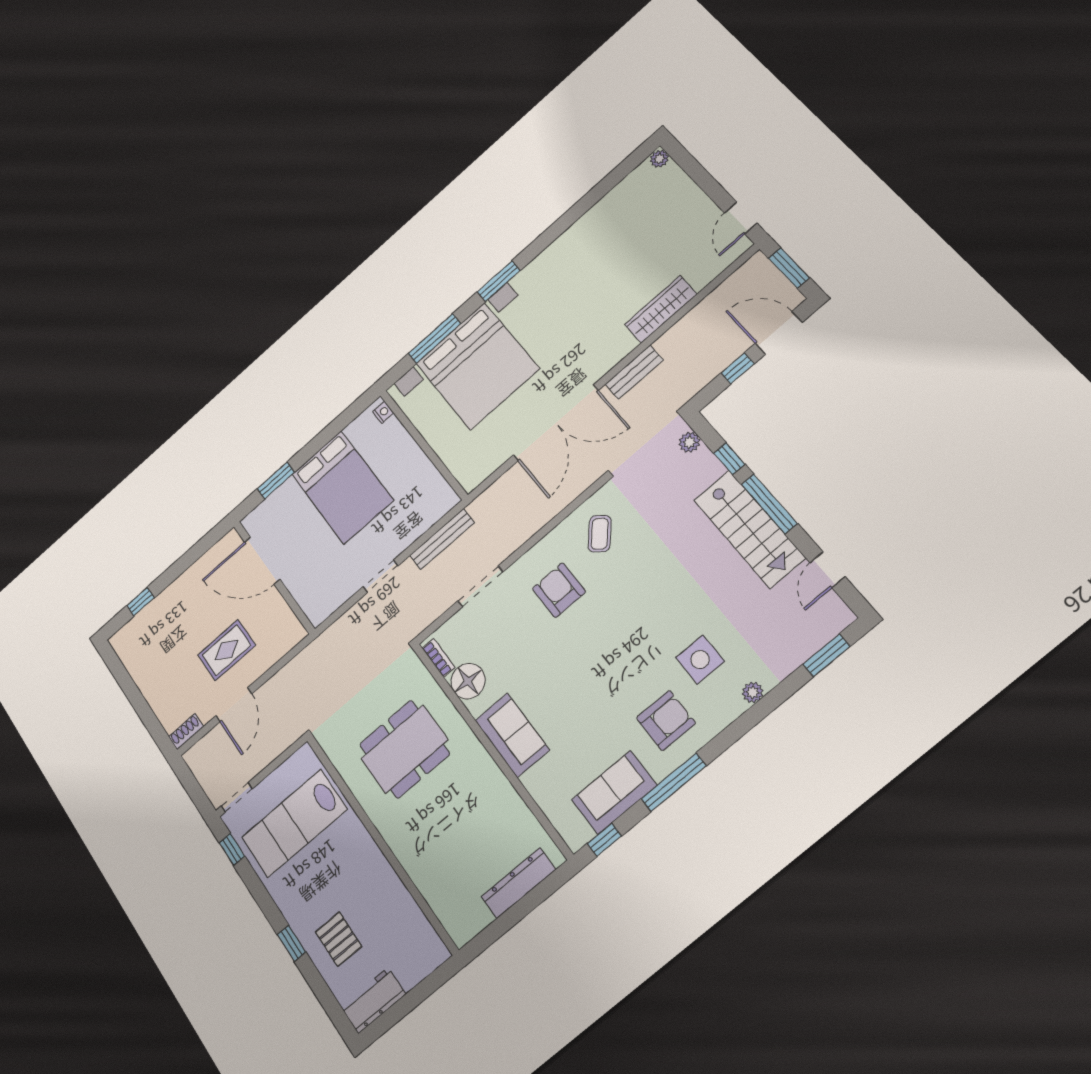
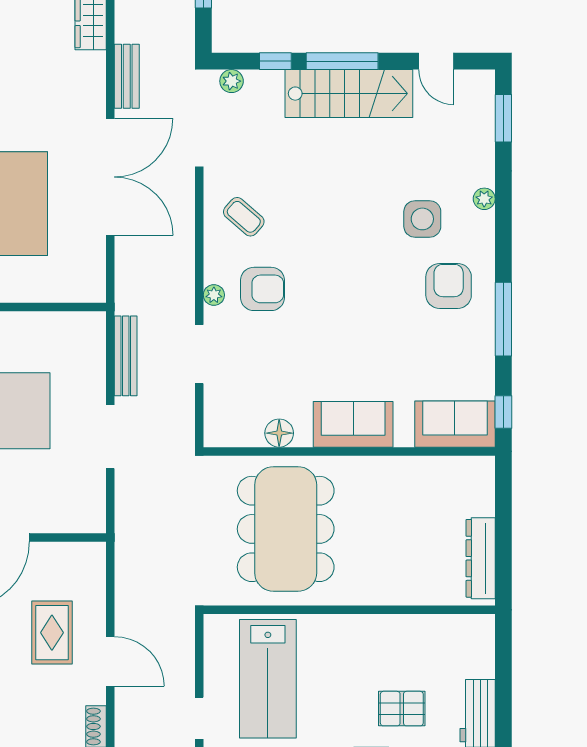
plant: (529, 561) -> (214, 295), added
doorway: (380, 576) -> (110, 437), width x1.38
armchair: (559, 590) -> (263, 289), turned 180
bookcase: (438, 658) -> (231, 439), removed
floor lamp: (468, 681) -> (279, 433), width x0.73, depth x0.73
dining table: (404, 749) -> (286, 529), width x1.36, depth x1.24
sofa: (614, 792) -> (455, 424), moved, turned 90
dresser: (518, 883) -> (481, 558), moved

